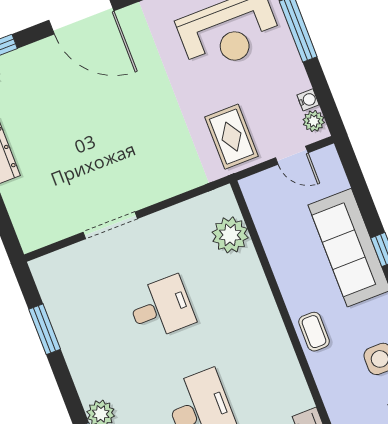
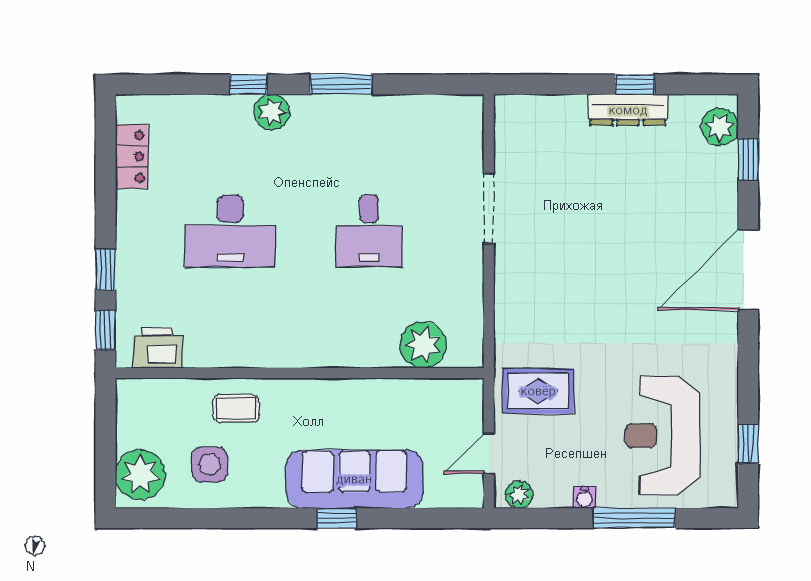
water cooler: (308, 100) -> (584, 497), moved
window: (45, 329) -> (341, 84), moved
coffee table: (314, 332) -> (236, 409), moved

